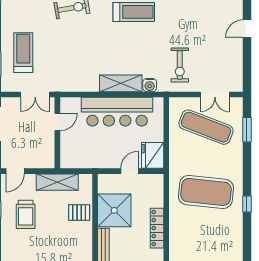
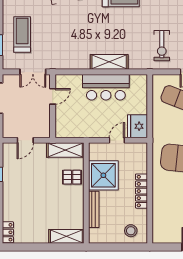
water cooler: (150, 85) -> (135, 63), removed
bar counter: (117, 112) -> (106, 87), width x0.73
door: (15, 171) -> (25, 140), moved
shelving: (57, 182) -> (65, 150), moved
trolley: (26, 214) -> (24, 179), removed

